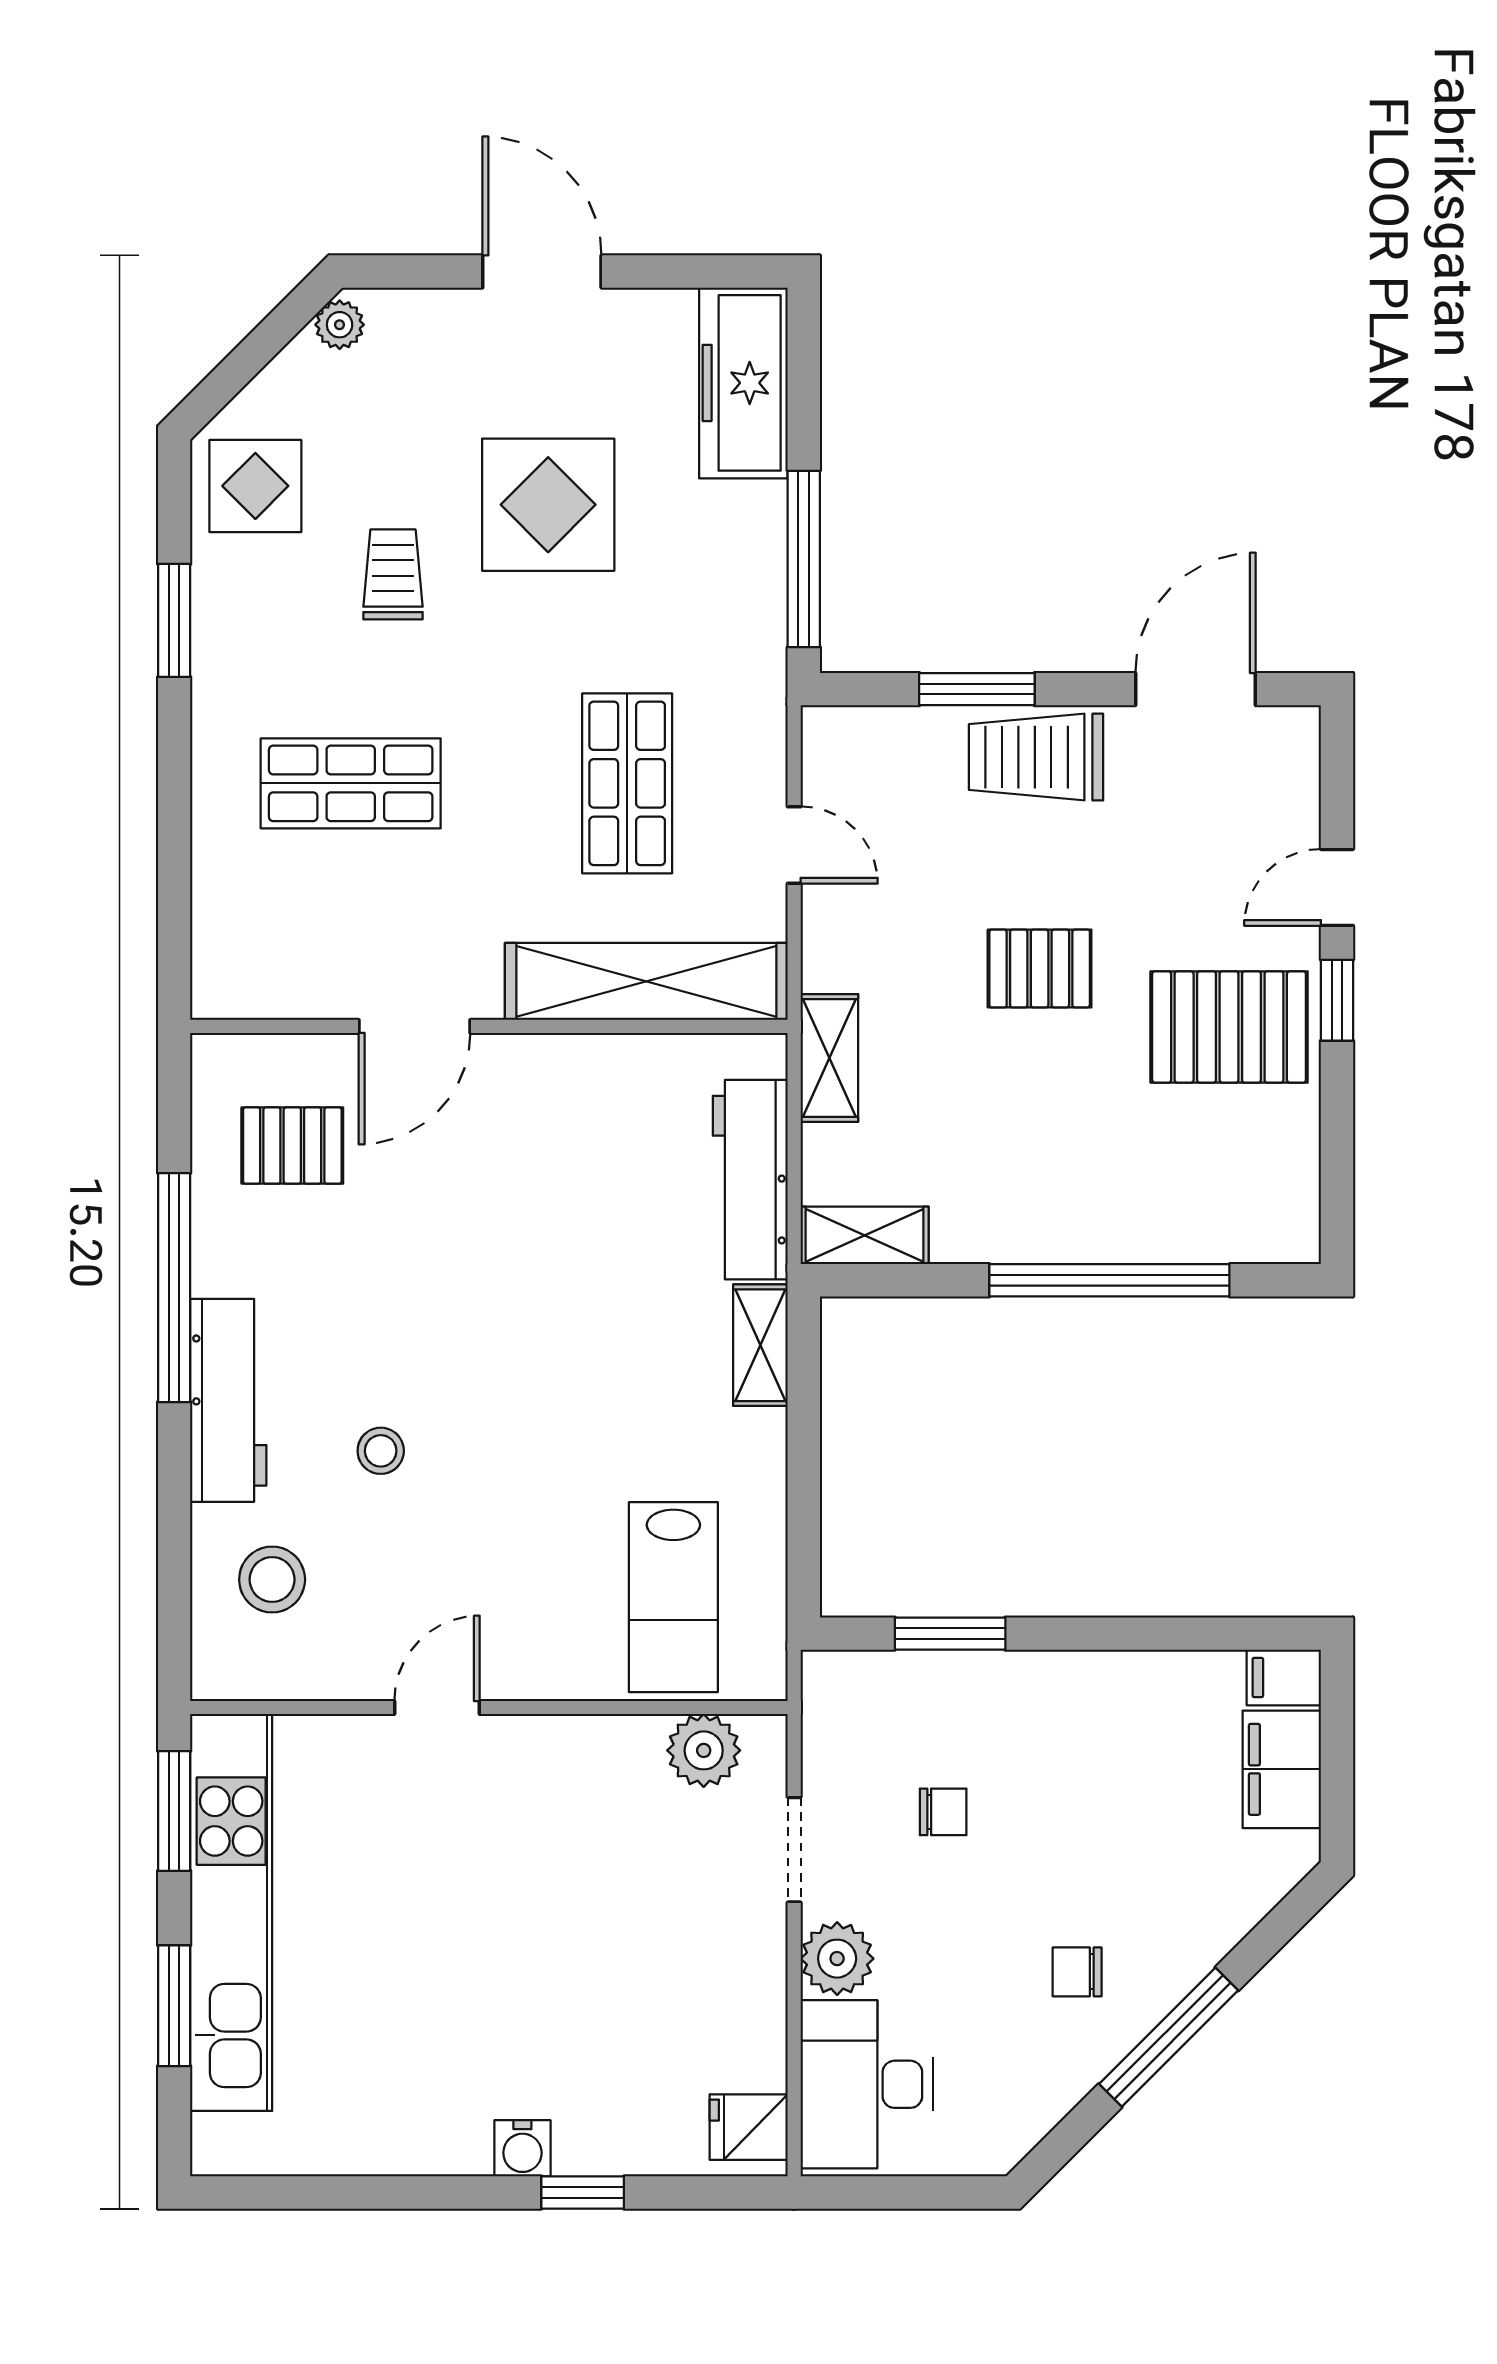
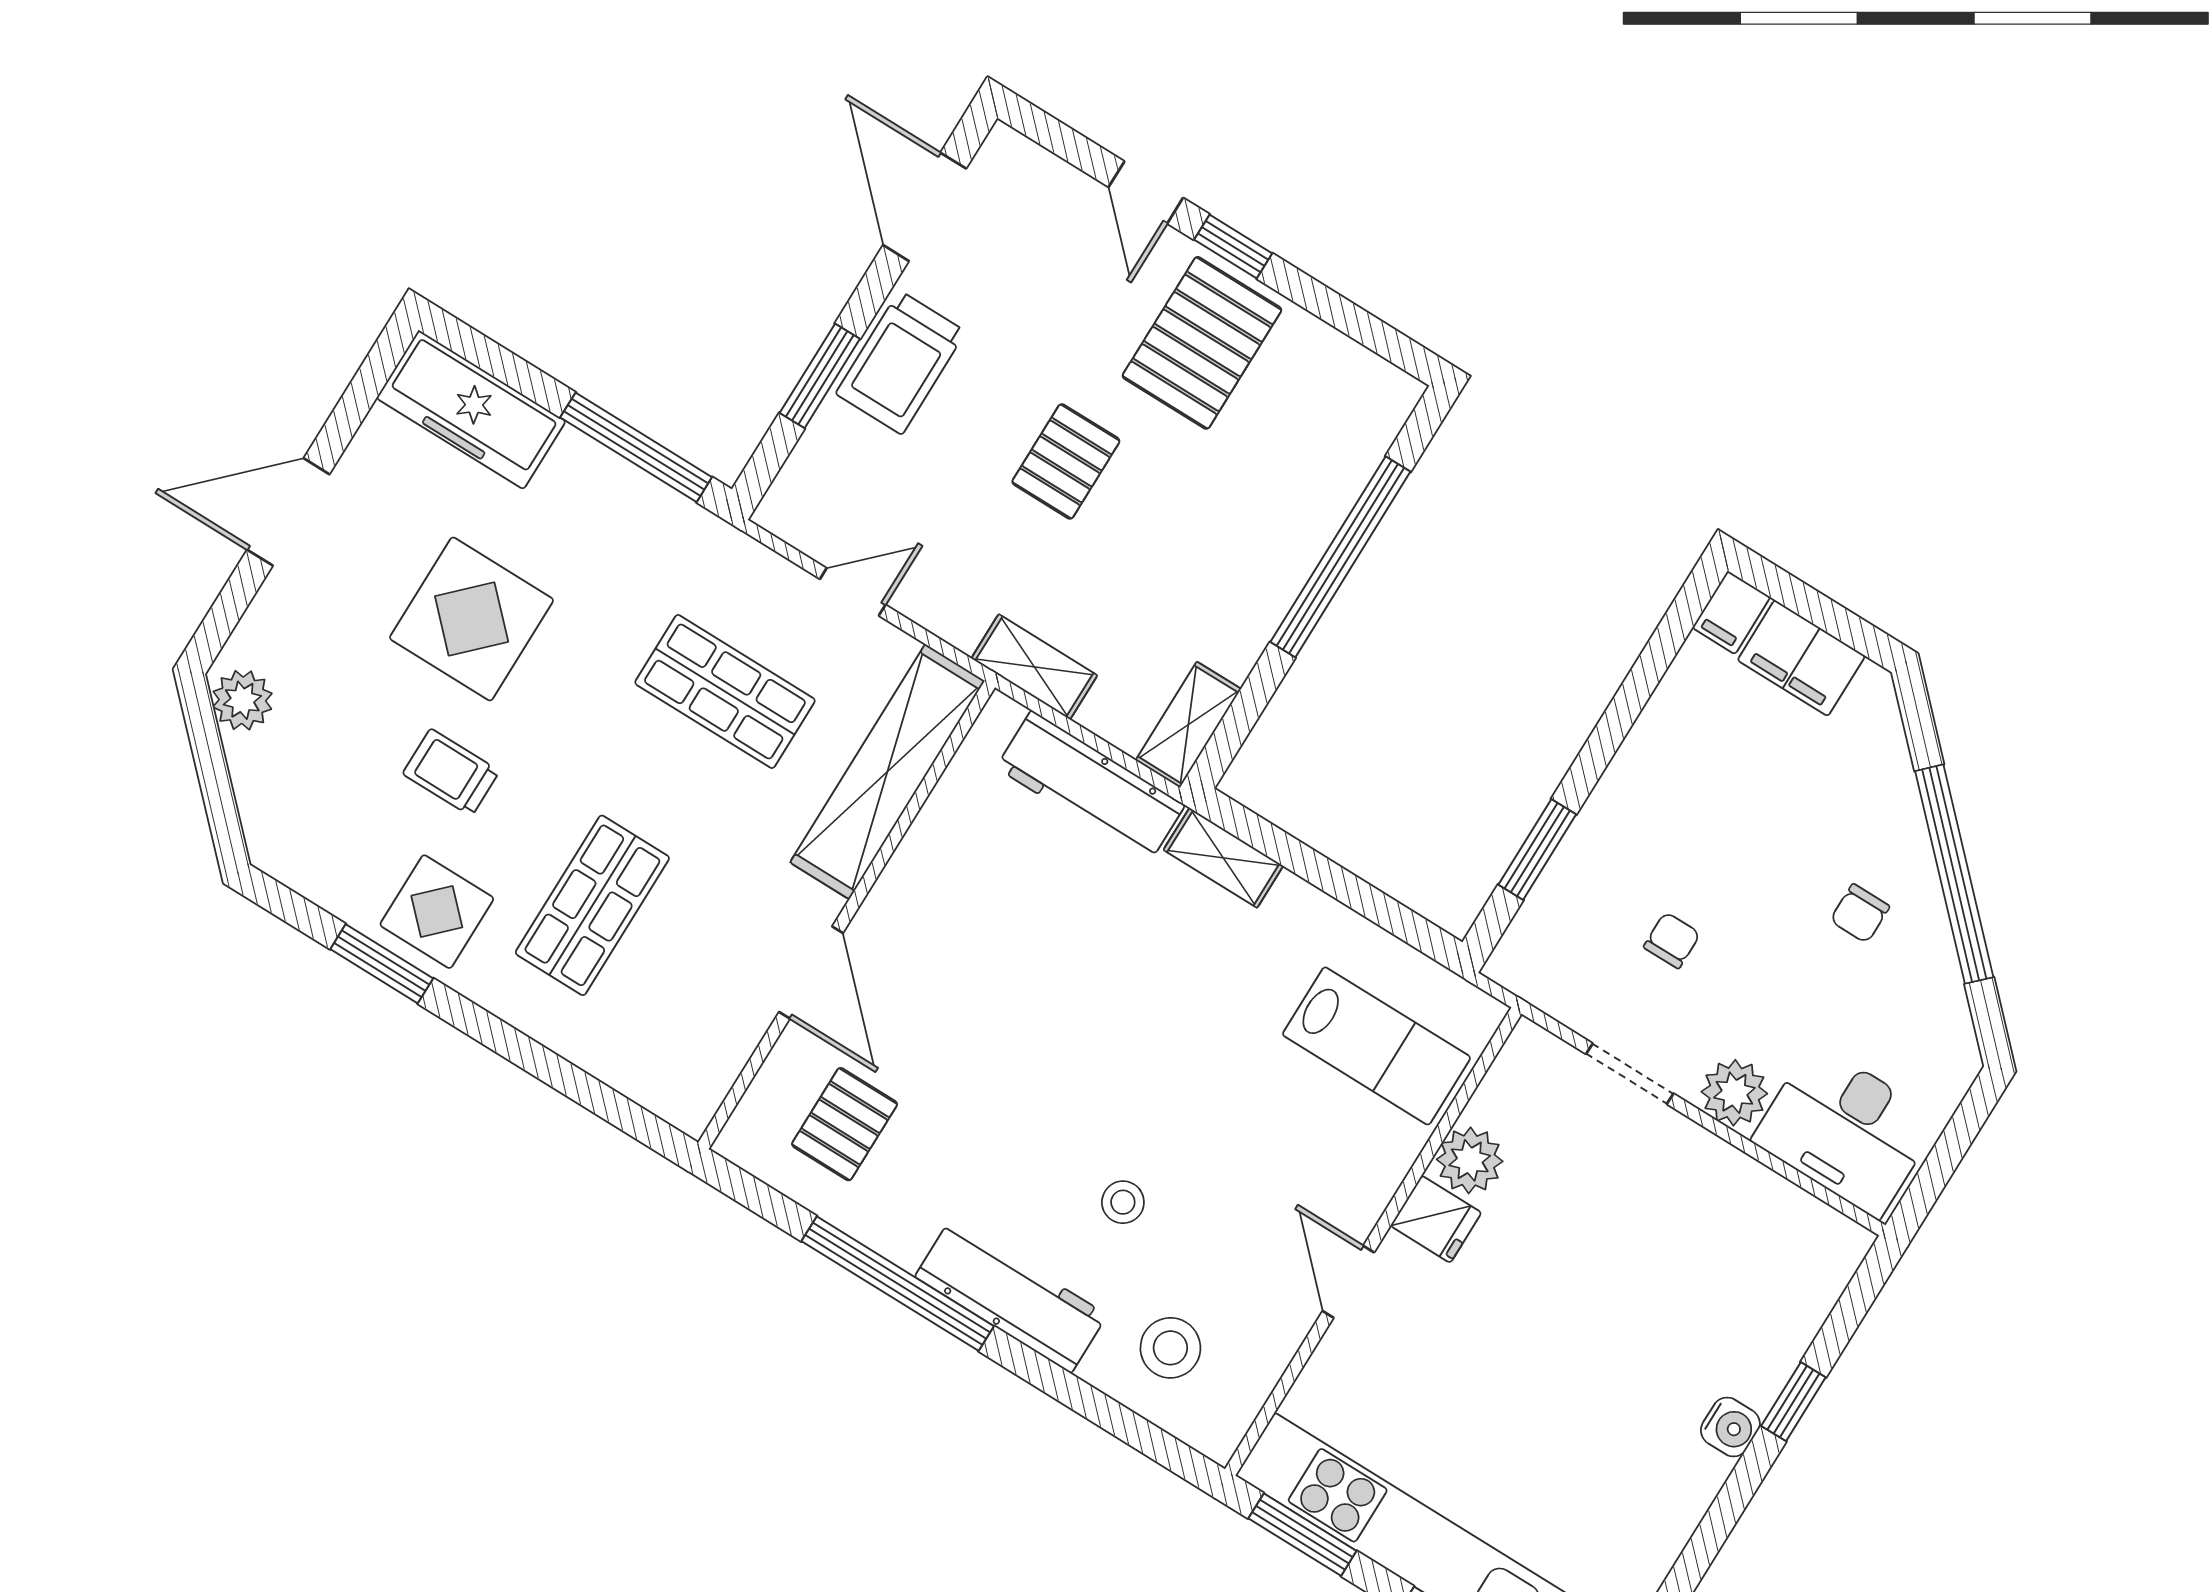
plant: (340, 325) -> (242, 700), width x1.38, depth x1.38
display table: (255, 486) -> (437, 912), moved
plant: (704, 1750) -> (1470, 1160), moved
window: (1169, 2037) -> (1954, 874), width x1.46
fridge: (749, 2127) -> (1436, 1219), moved, turned -90

